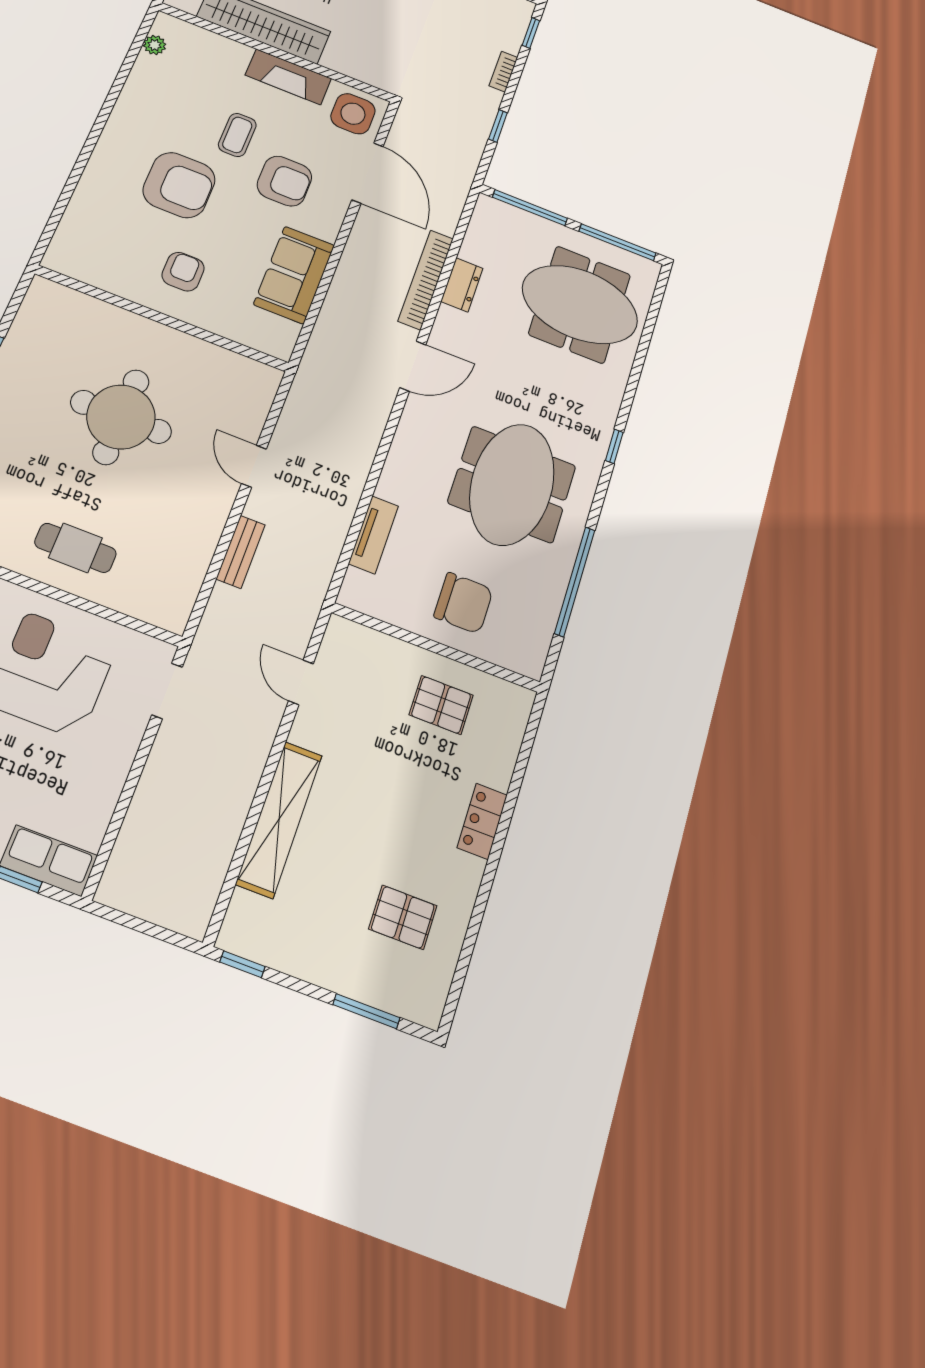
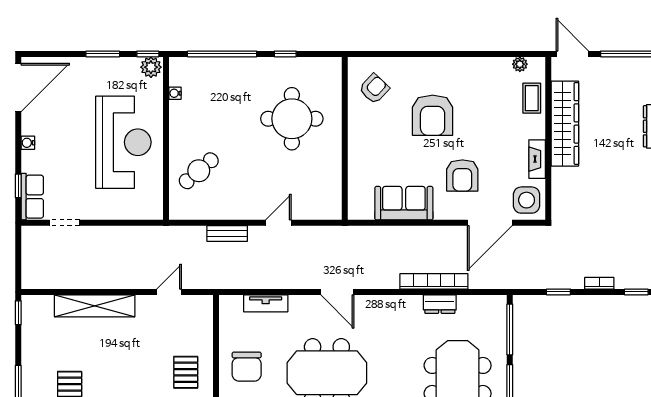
fireplace: (288, 77) -> (537, 159), width x0.73, depth x0.76
coffee table: (237, 135) -> (532, 98), moved, turned 90
armchair: (183, 272) -> (374, 89), moved, turned -47
door: (413, 366) -> (337, 292), moved
round table: (121, 417) -> (292, 119), moved
cafe table: (75, 548) -> (199, 171), moved, turned 49
doorway: (167, 691) -> (65, 223), moved

